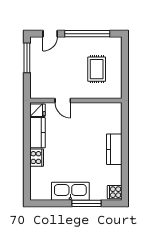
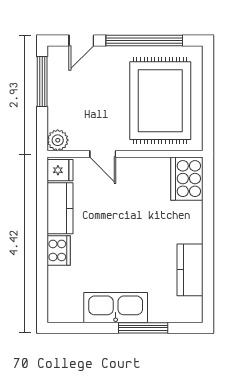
rug: (97, 69) -> (160, 101), width x1.86, depth x2.06
plant: (36, 92) -> (58, 140), added
kitchen counter: (114, 149) -> (190, 270), moved
cooker: (115, 192) -> (187, 179), moved, width x1.87, depth x1.31

